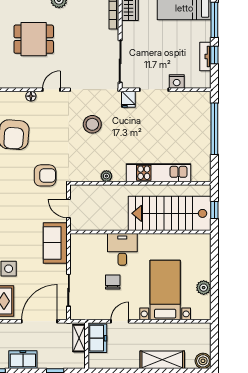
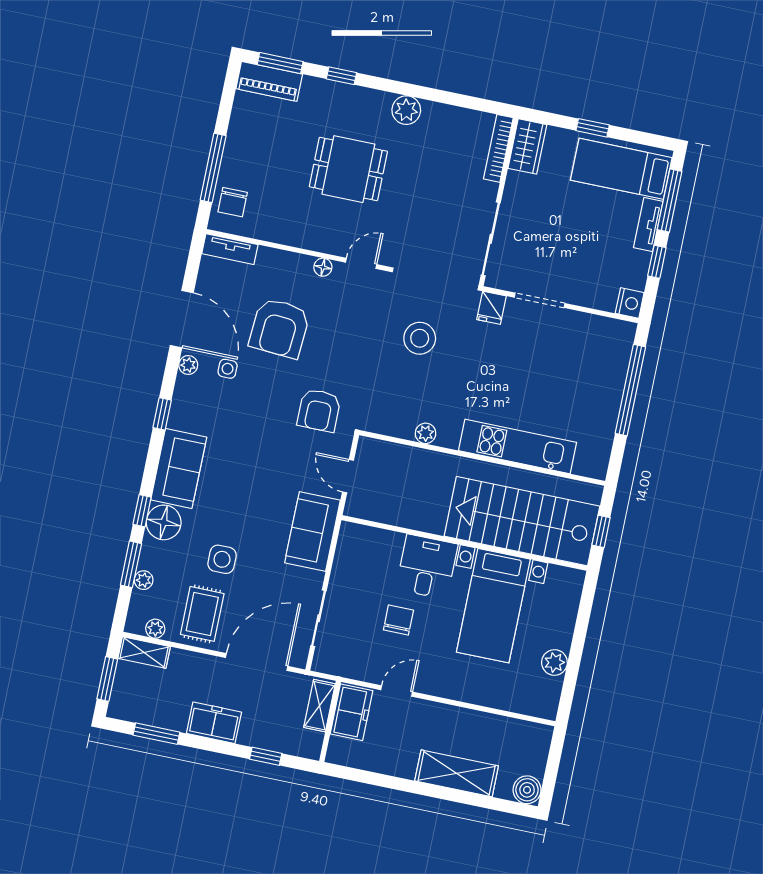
tv unit: (205, 56) -> (648, 225), moved
nightstand: (177, 82) -> (630, 303), moved, turned -90
armchair: (45, 175) -> (319, 410), turned 90
bed with nightstands: (165, 290) -> (493, 606), moved, turned 180

